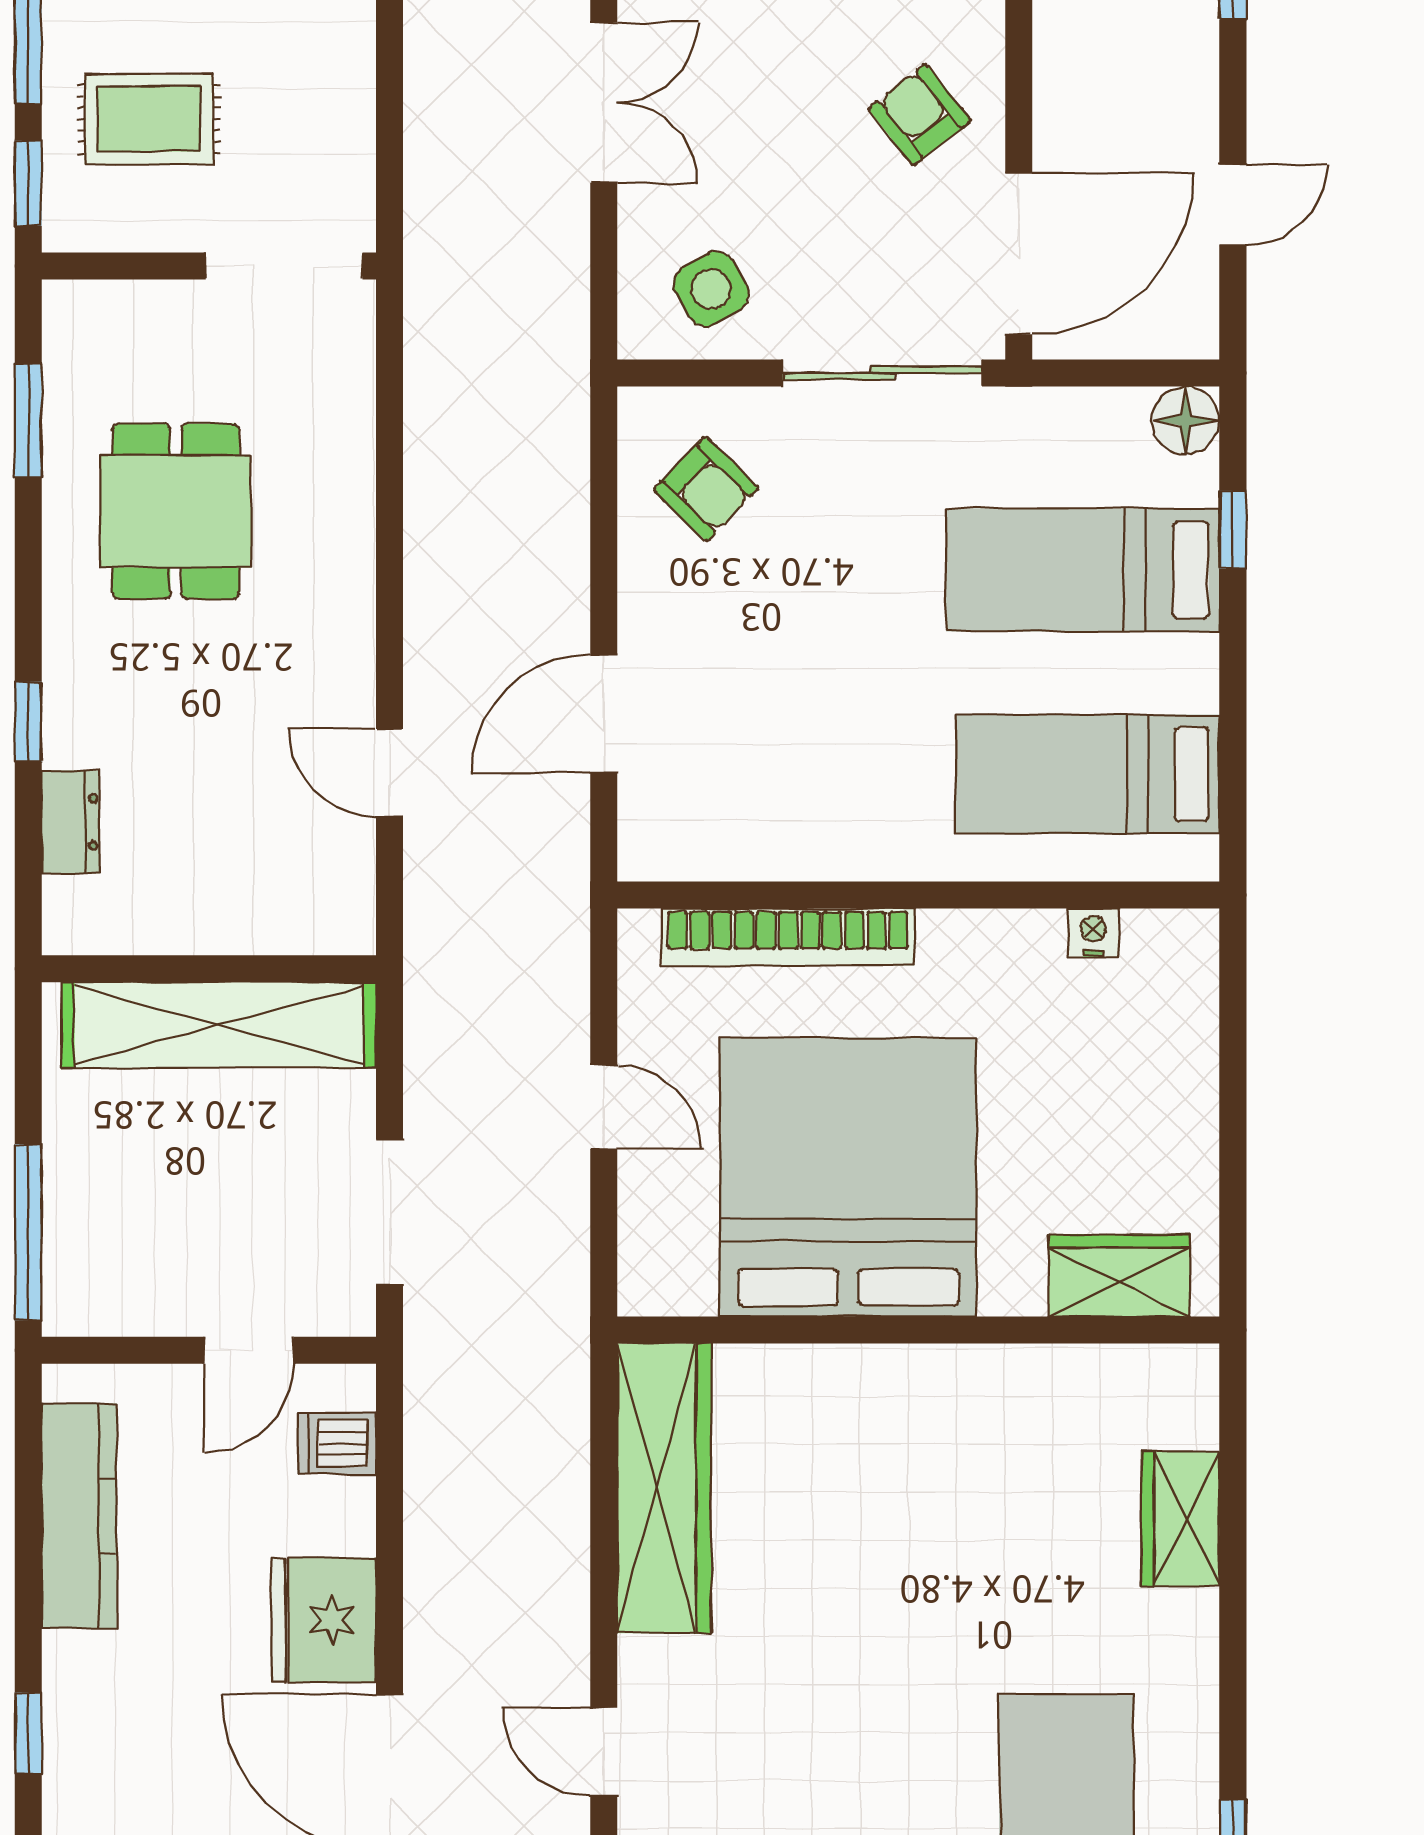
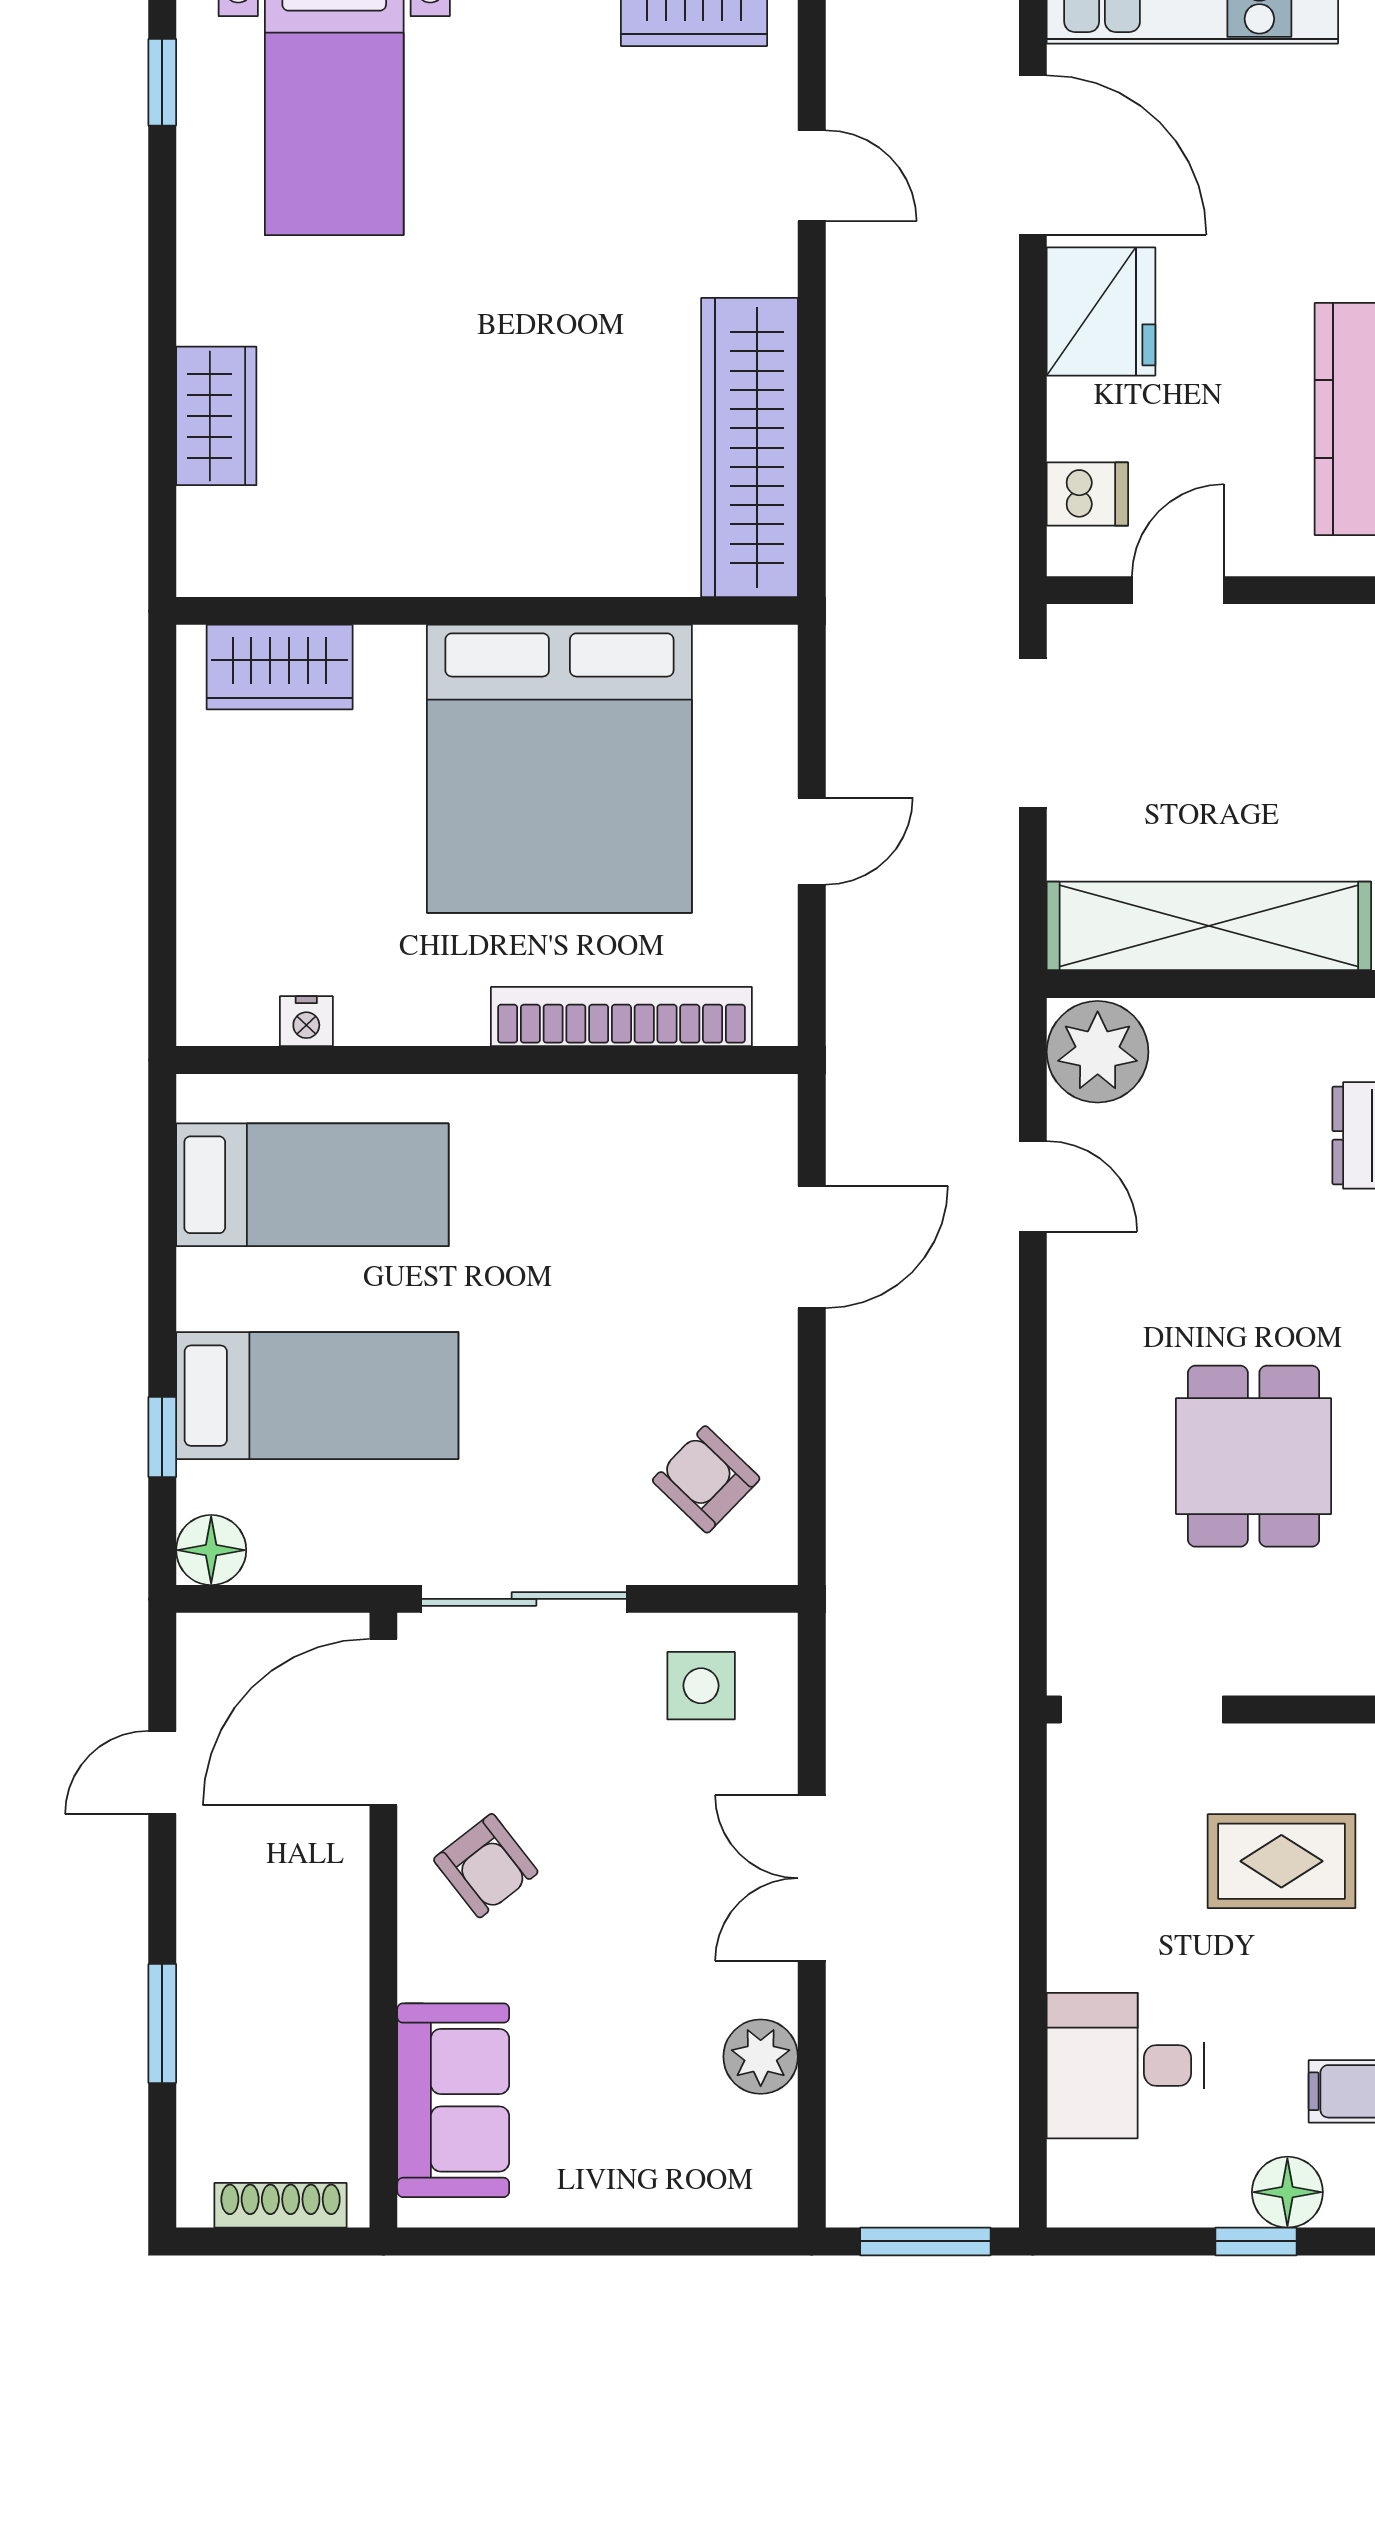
side table: (711, 289) -> (701, 1686), turned 30
plant: (327, 903) -> (1098, 1052), added
door: (604, 1107) -> (812, 841), swing flipped

